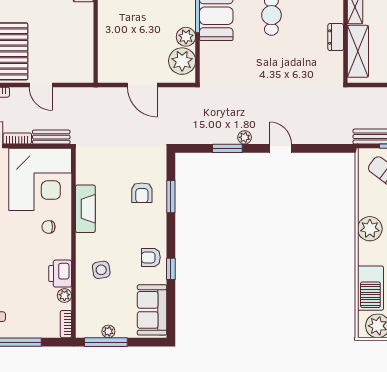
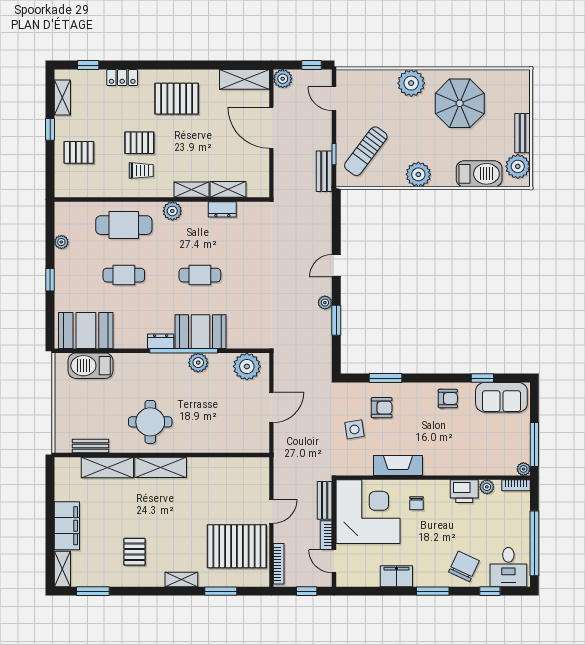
plant: (186, 37) -> (198, 363), moved
shelving: (358, 51) -> (228, 189), width x0.67, depth x0.75
armchair: (151, 257) -> (448, 398), turned -90
window: (171, 269) -> (482, 378), moved
side table: (101, 270) -> (354, 429), moved
plant: (108, 331) -> (523, 469), moved

